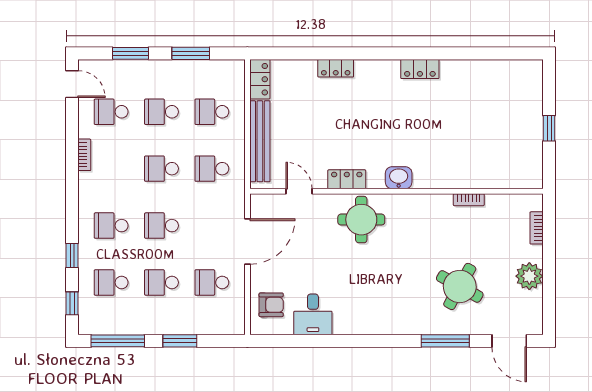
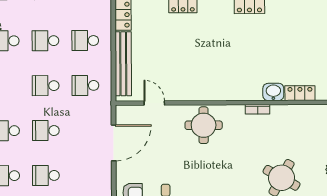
washbasin: (399, 178) -> (273, 92), moved
locker: (347, 179) -> (300, 93), moved
bookcase: (469, 200) -> (258, 109), moved
school desk: (212, 282) -> (86, 175), removed

